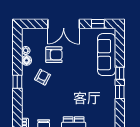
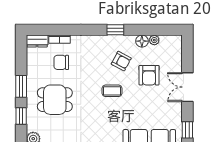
double door: (64, 24) -> (187, 87), width x0.73
coffee table: (66, 85) -> (112, 91), added

